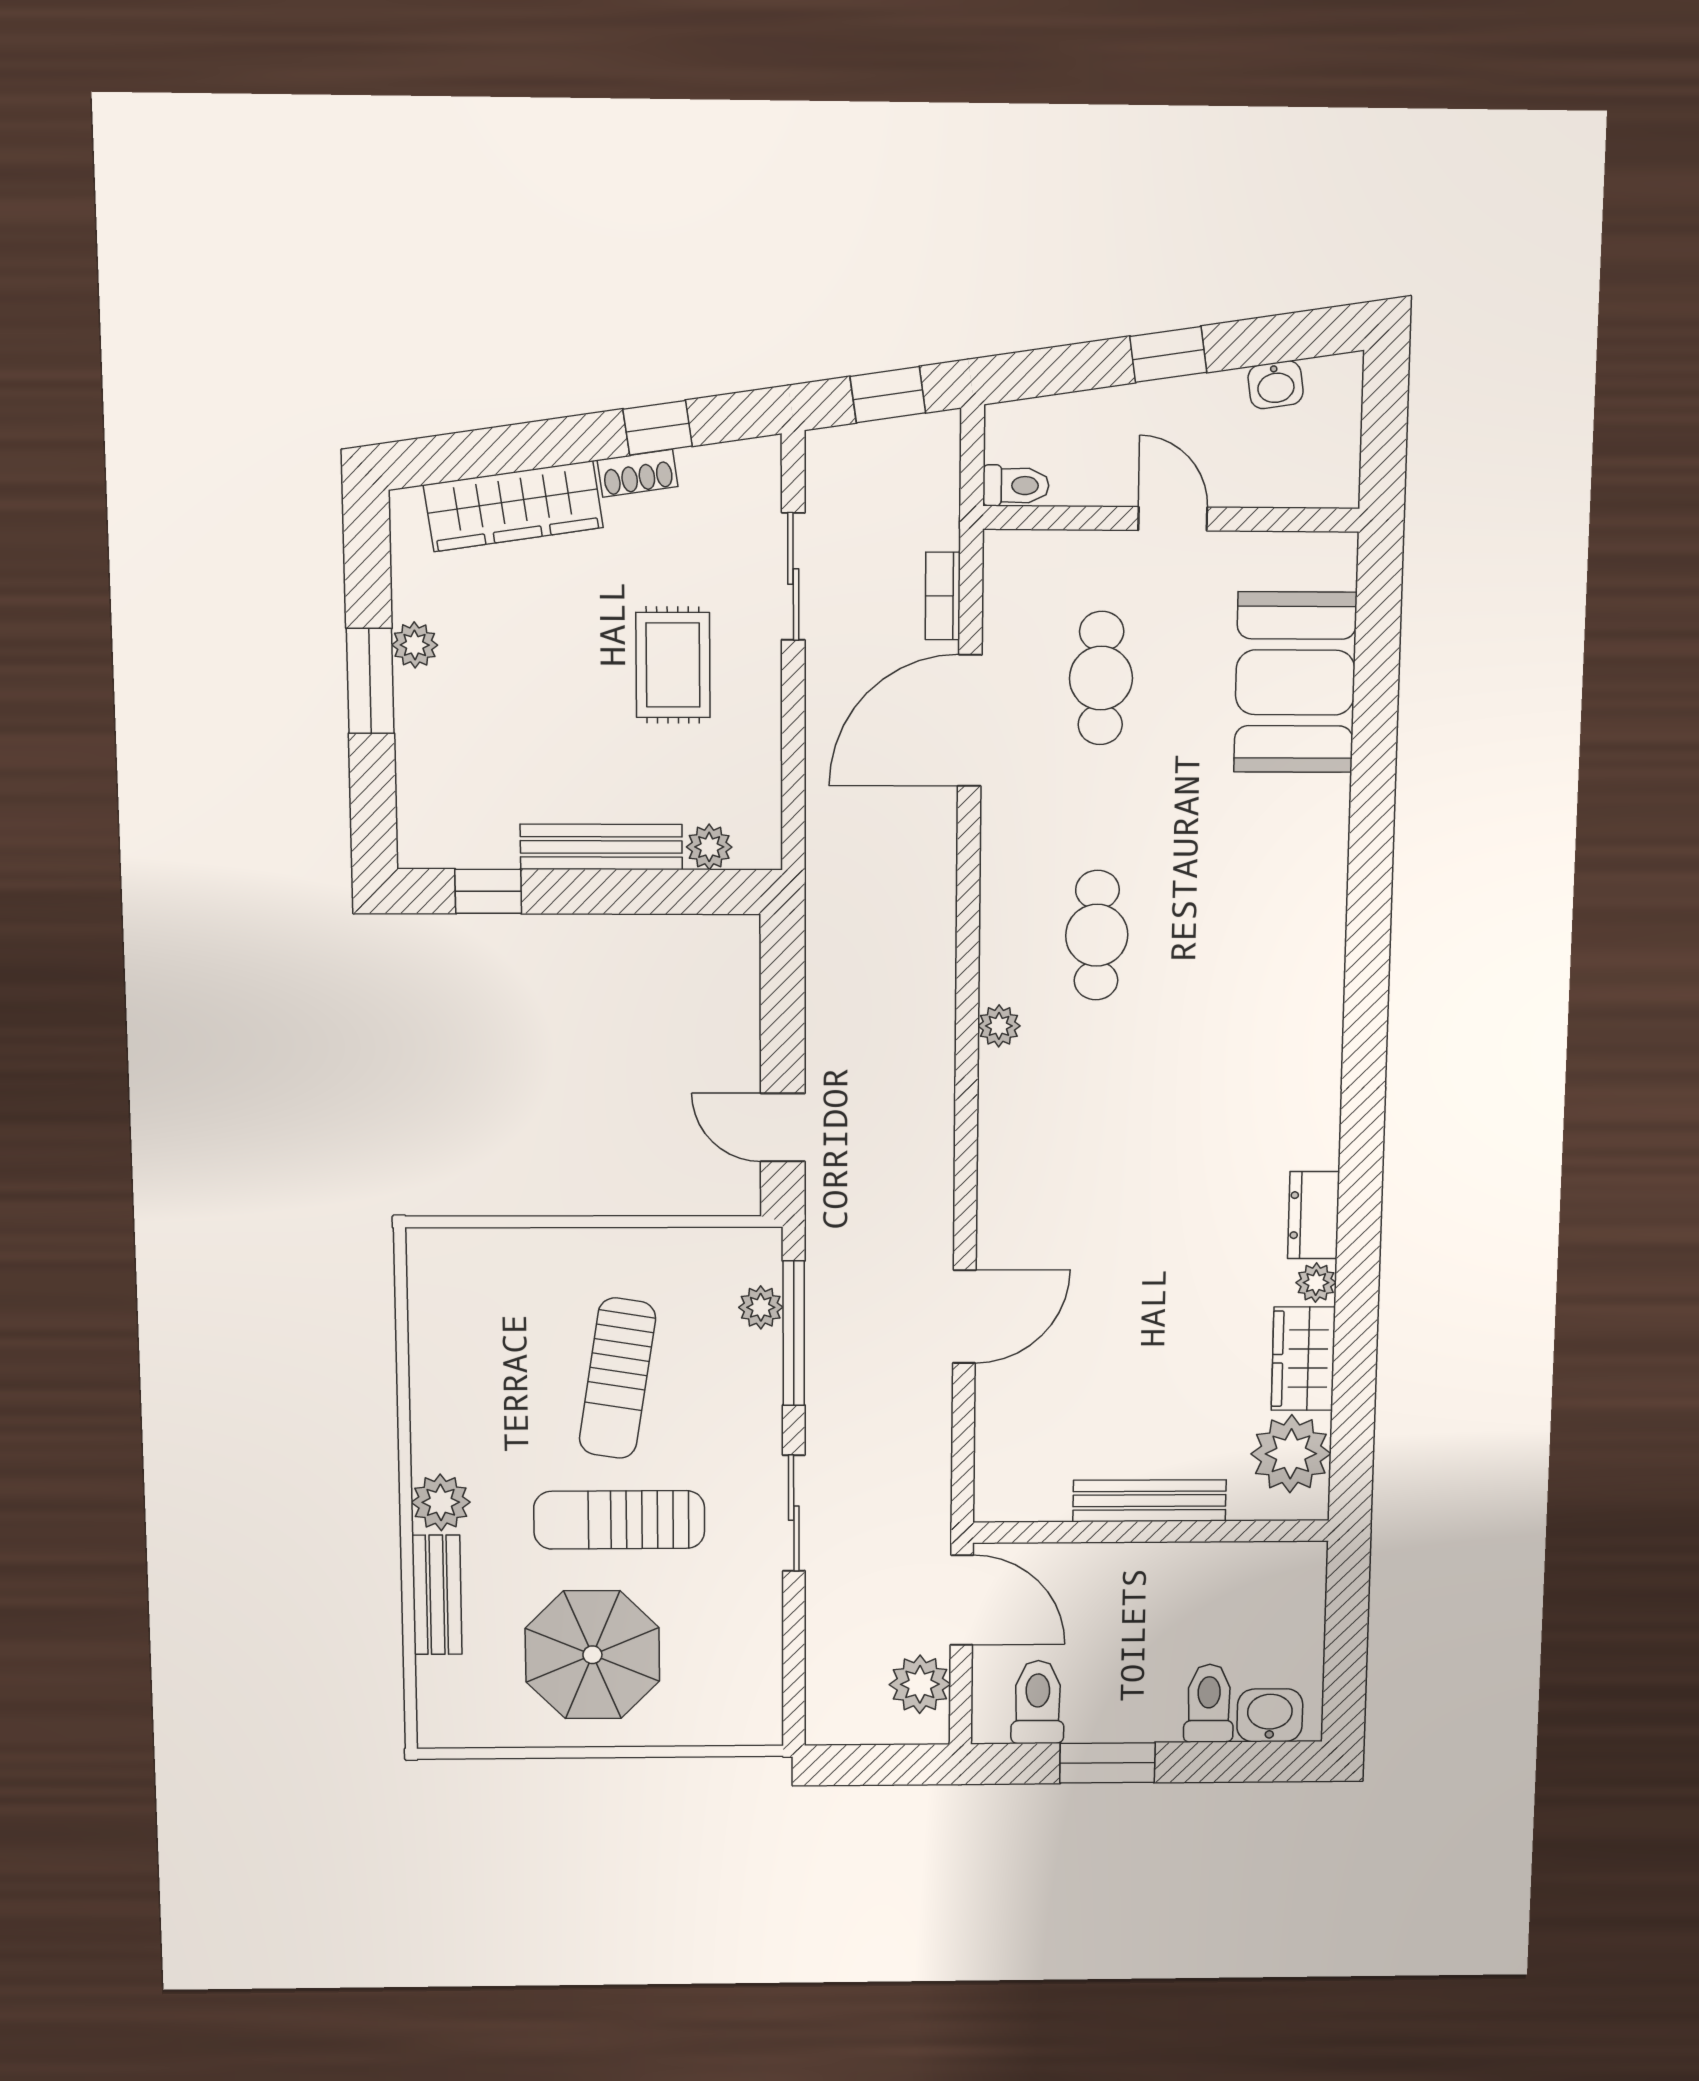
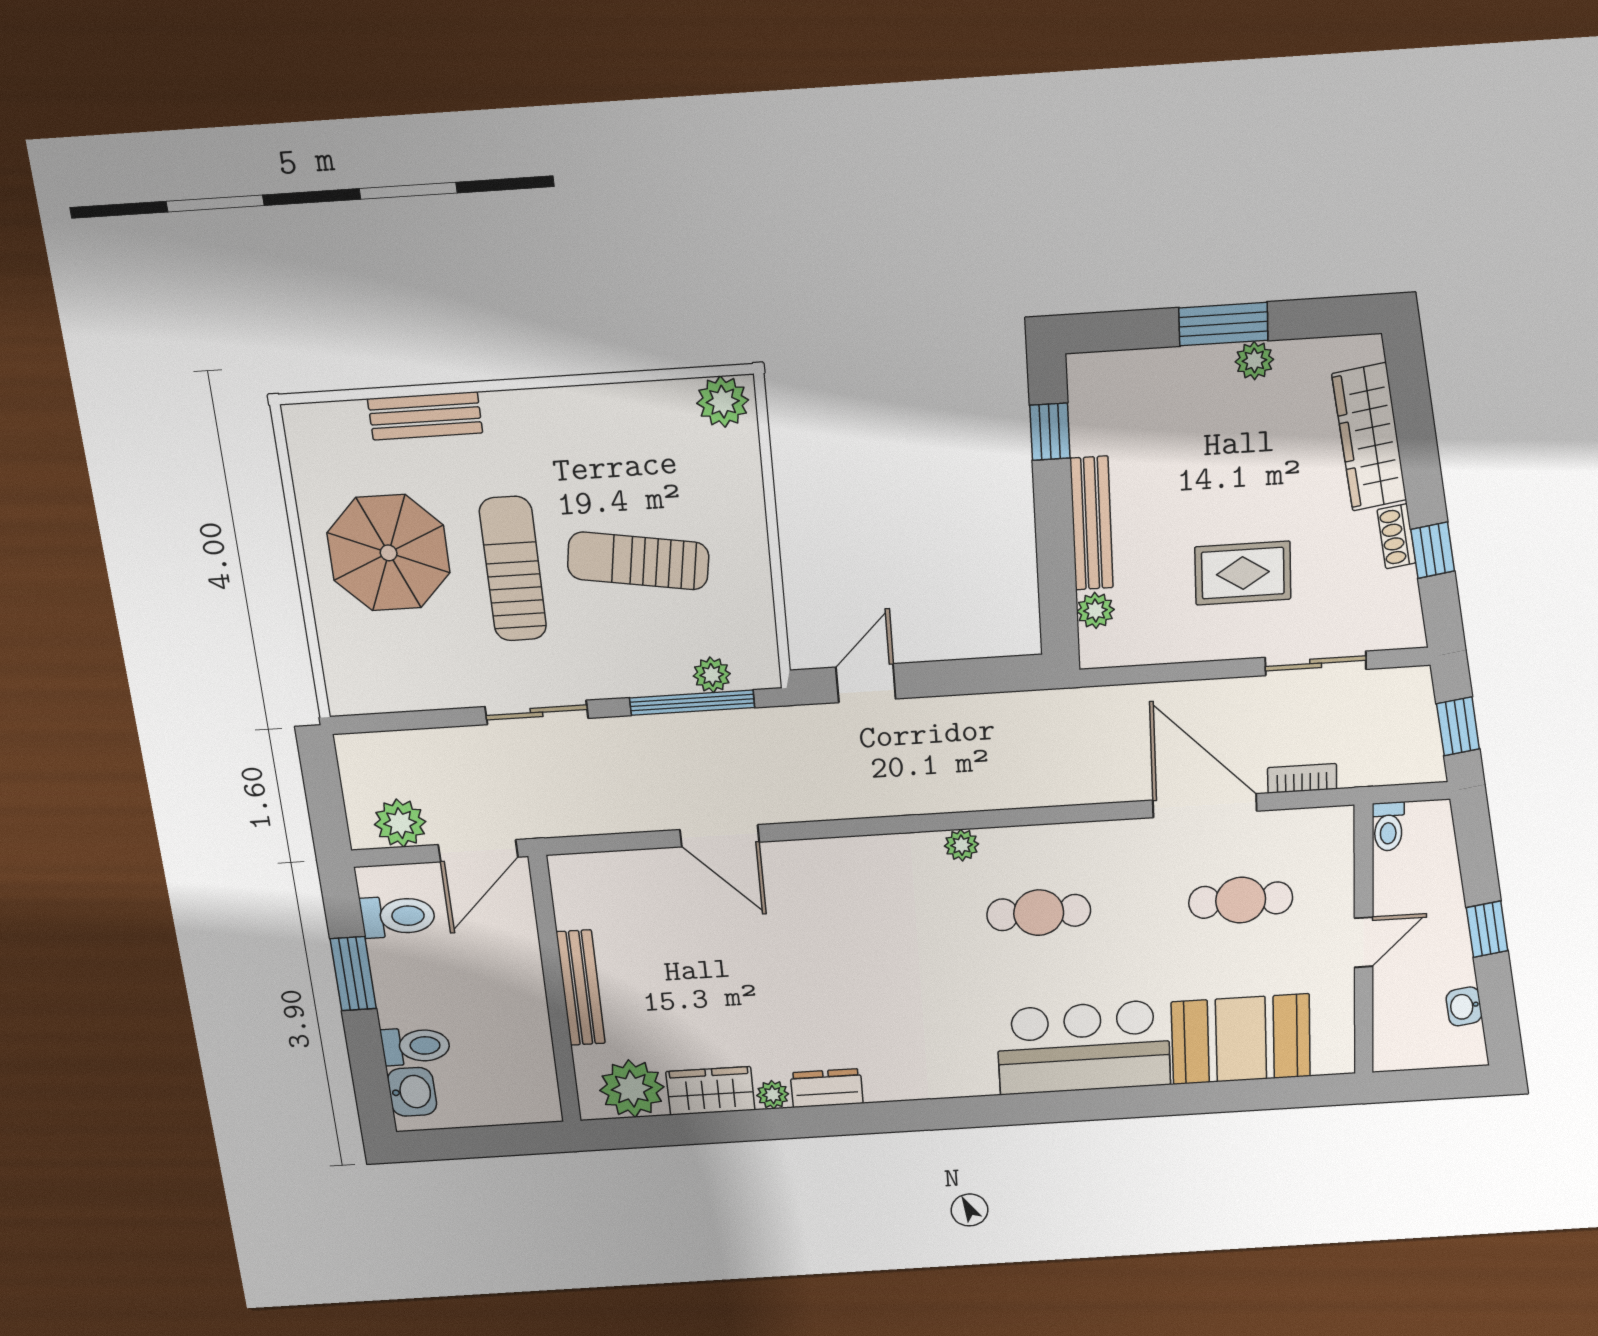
bar counter: (1288, 887) -> (1084, 1048), added
plant: (441, 1502) -> (723, 402), moved

